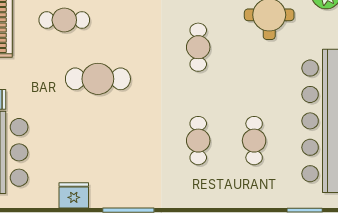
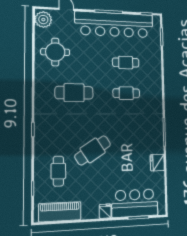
cafe table: (198, 47) -> (74, 93), width x1.37, depth x1.35
cafe table: (98, 79) -> (93, 150), turned 57

